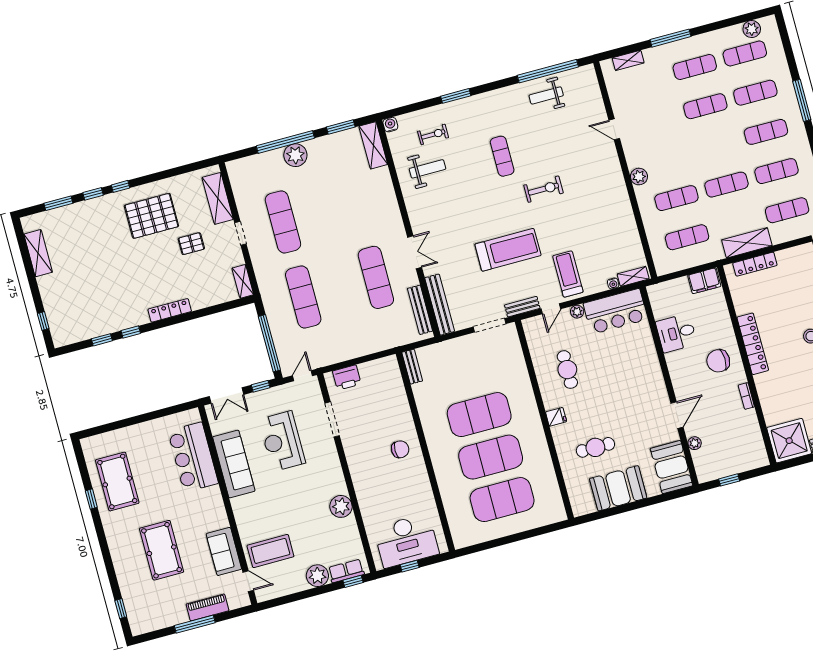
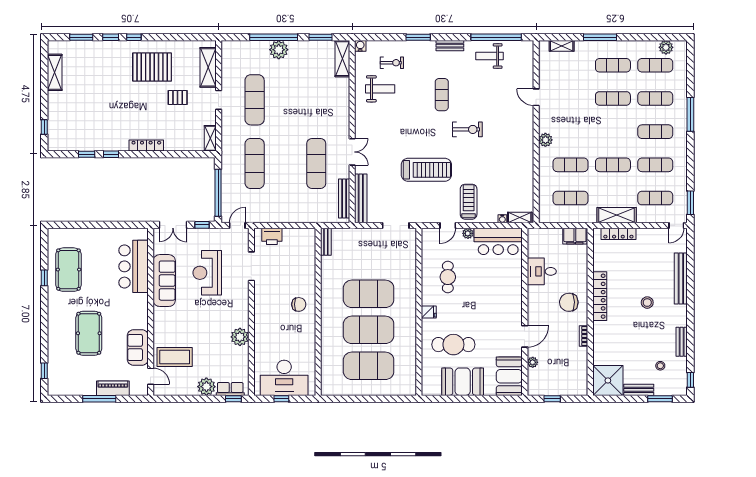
bench: (522, 307) -> (450, 46), moved
cafe table: (595, 447) -> (453, 345), width x1.37, depth x1.35

